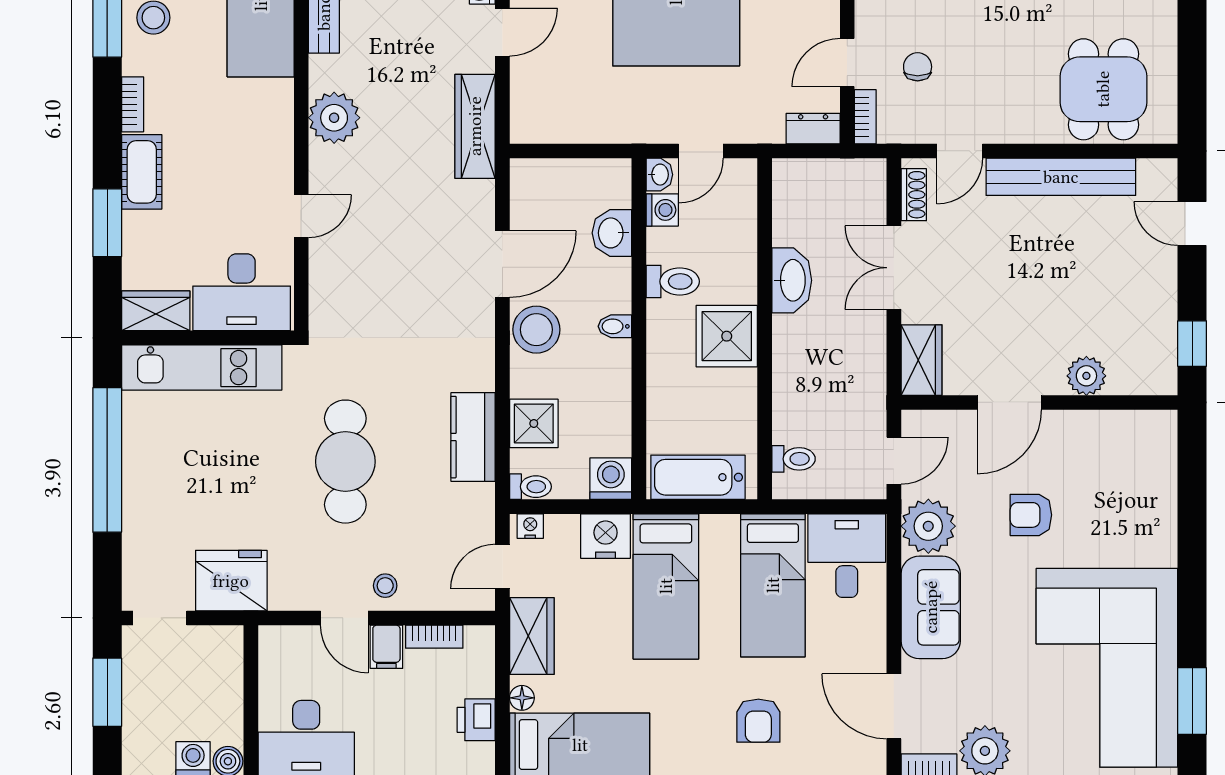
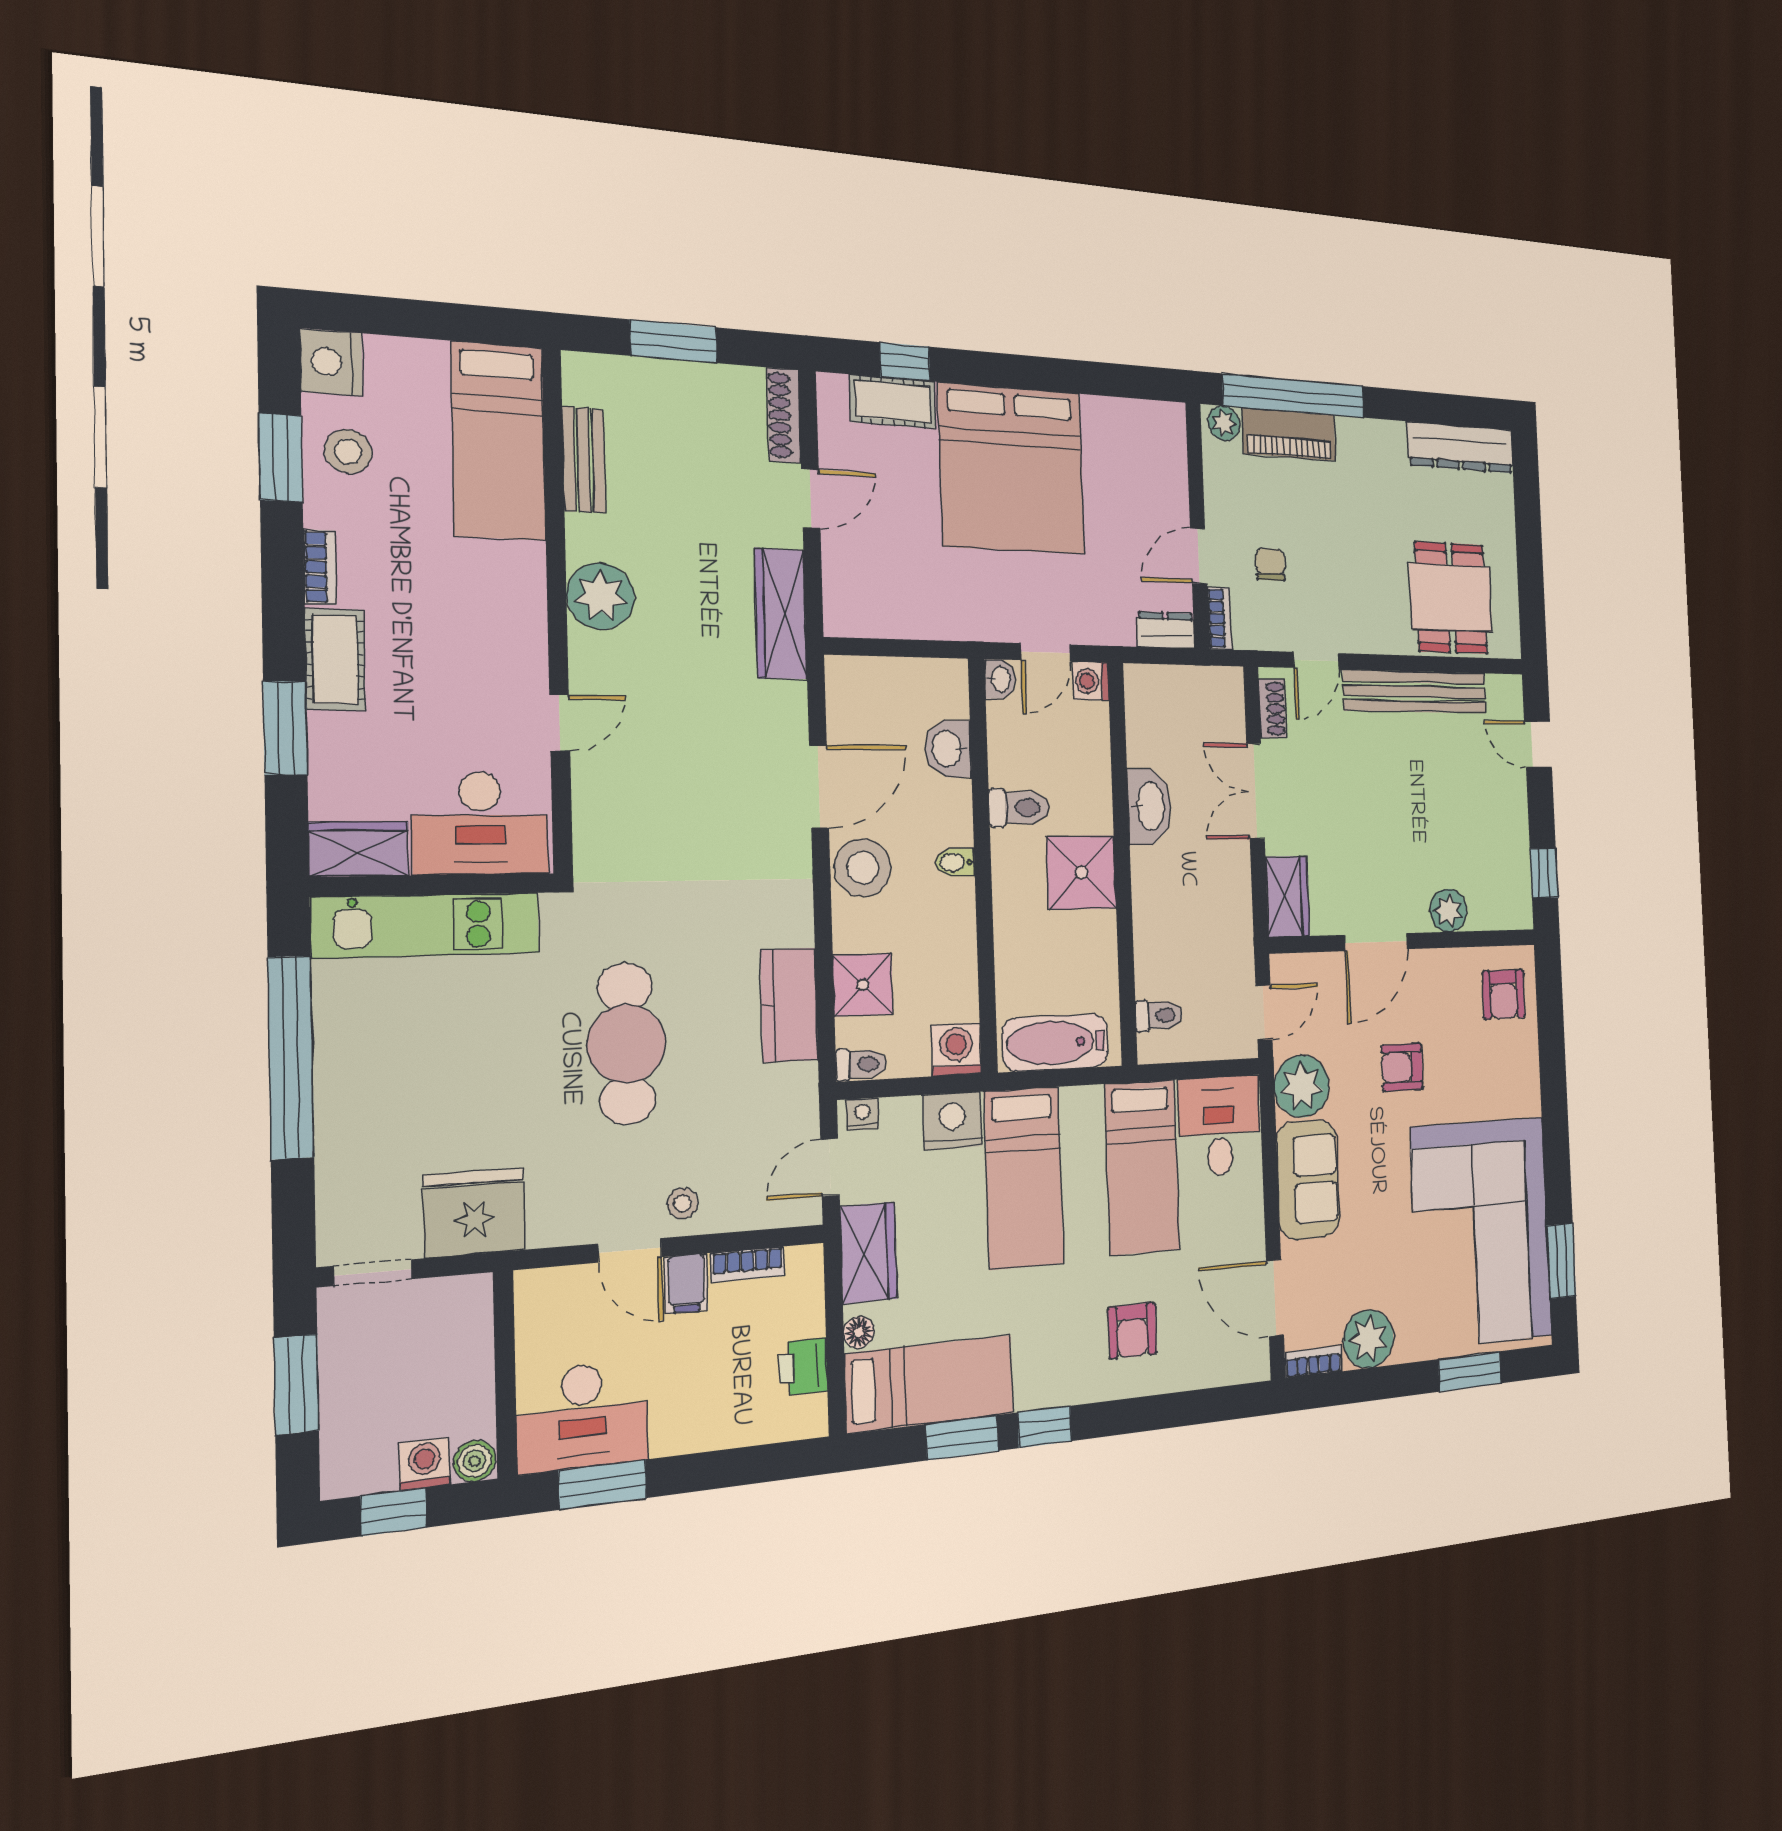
washing machine: (662, 210) -> (1091, 681), moved, turned 180
armchair: (1142, 454) -> (1504, 994), added

